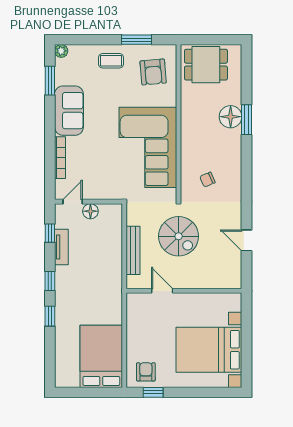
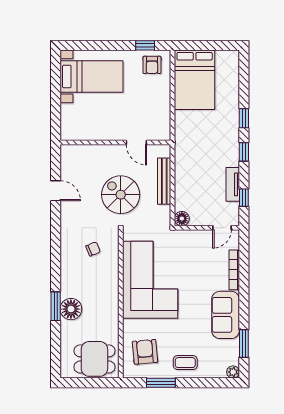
floor lamp: (90, 211) -> (182, 219), moved
bed with nightstands: (209, 350) -> (92, 76), width x0.73

